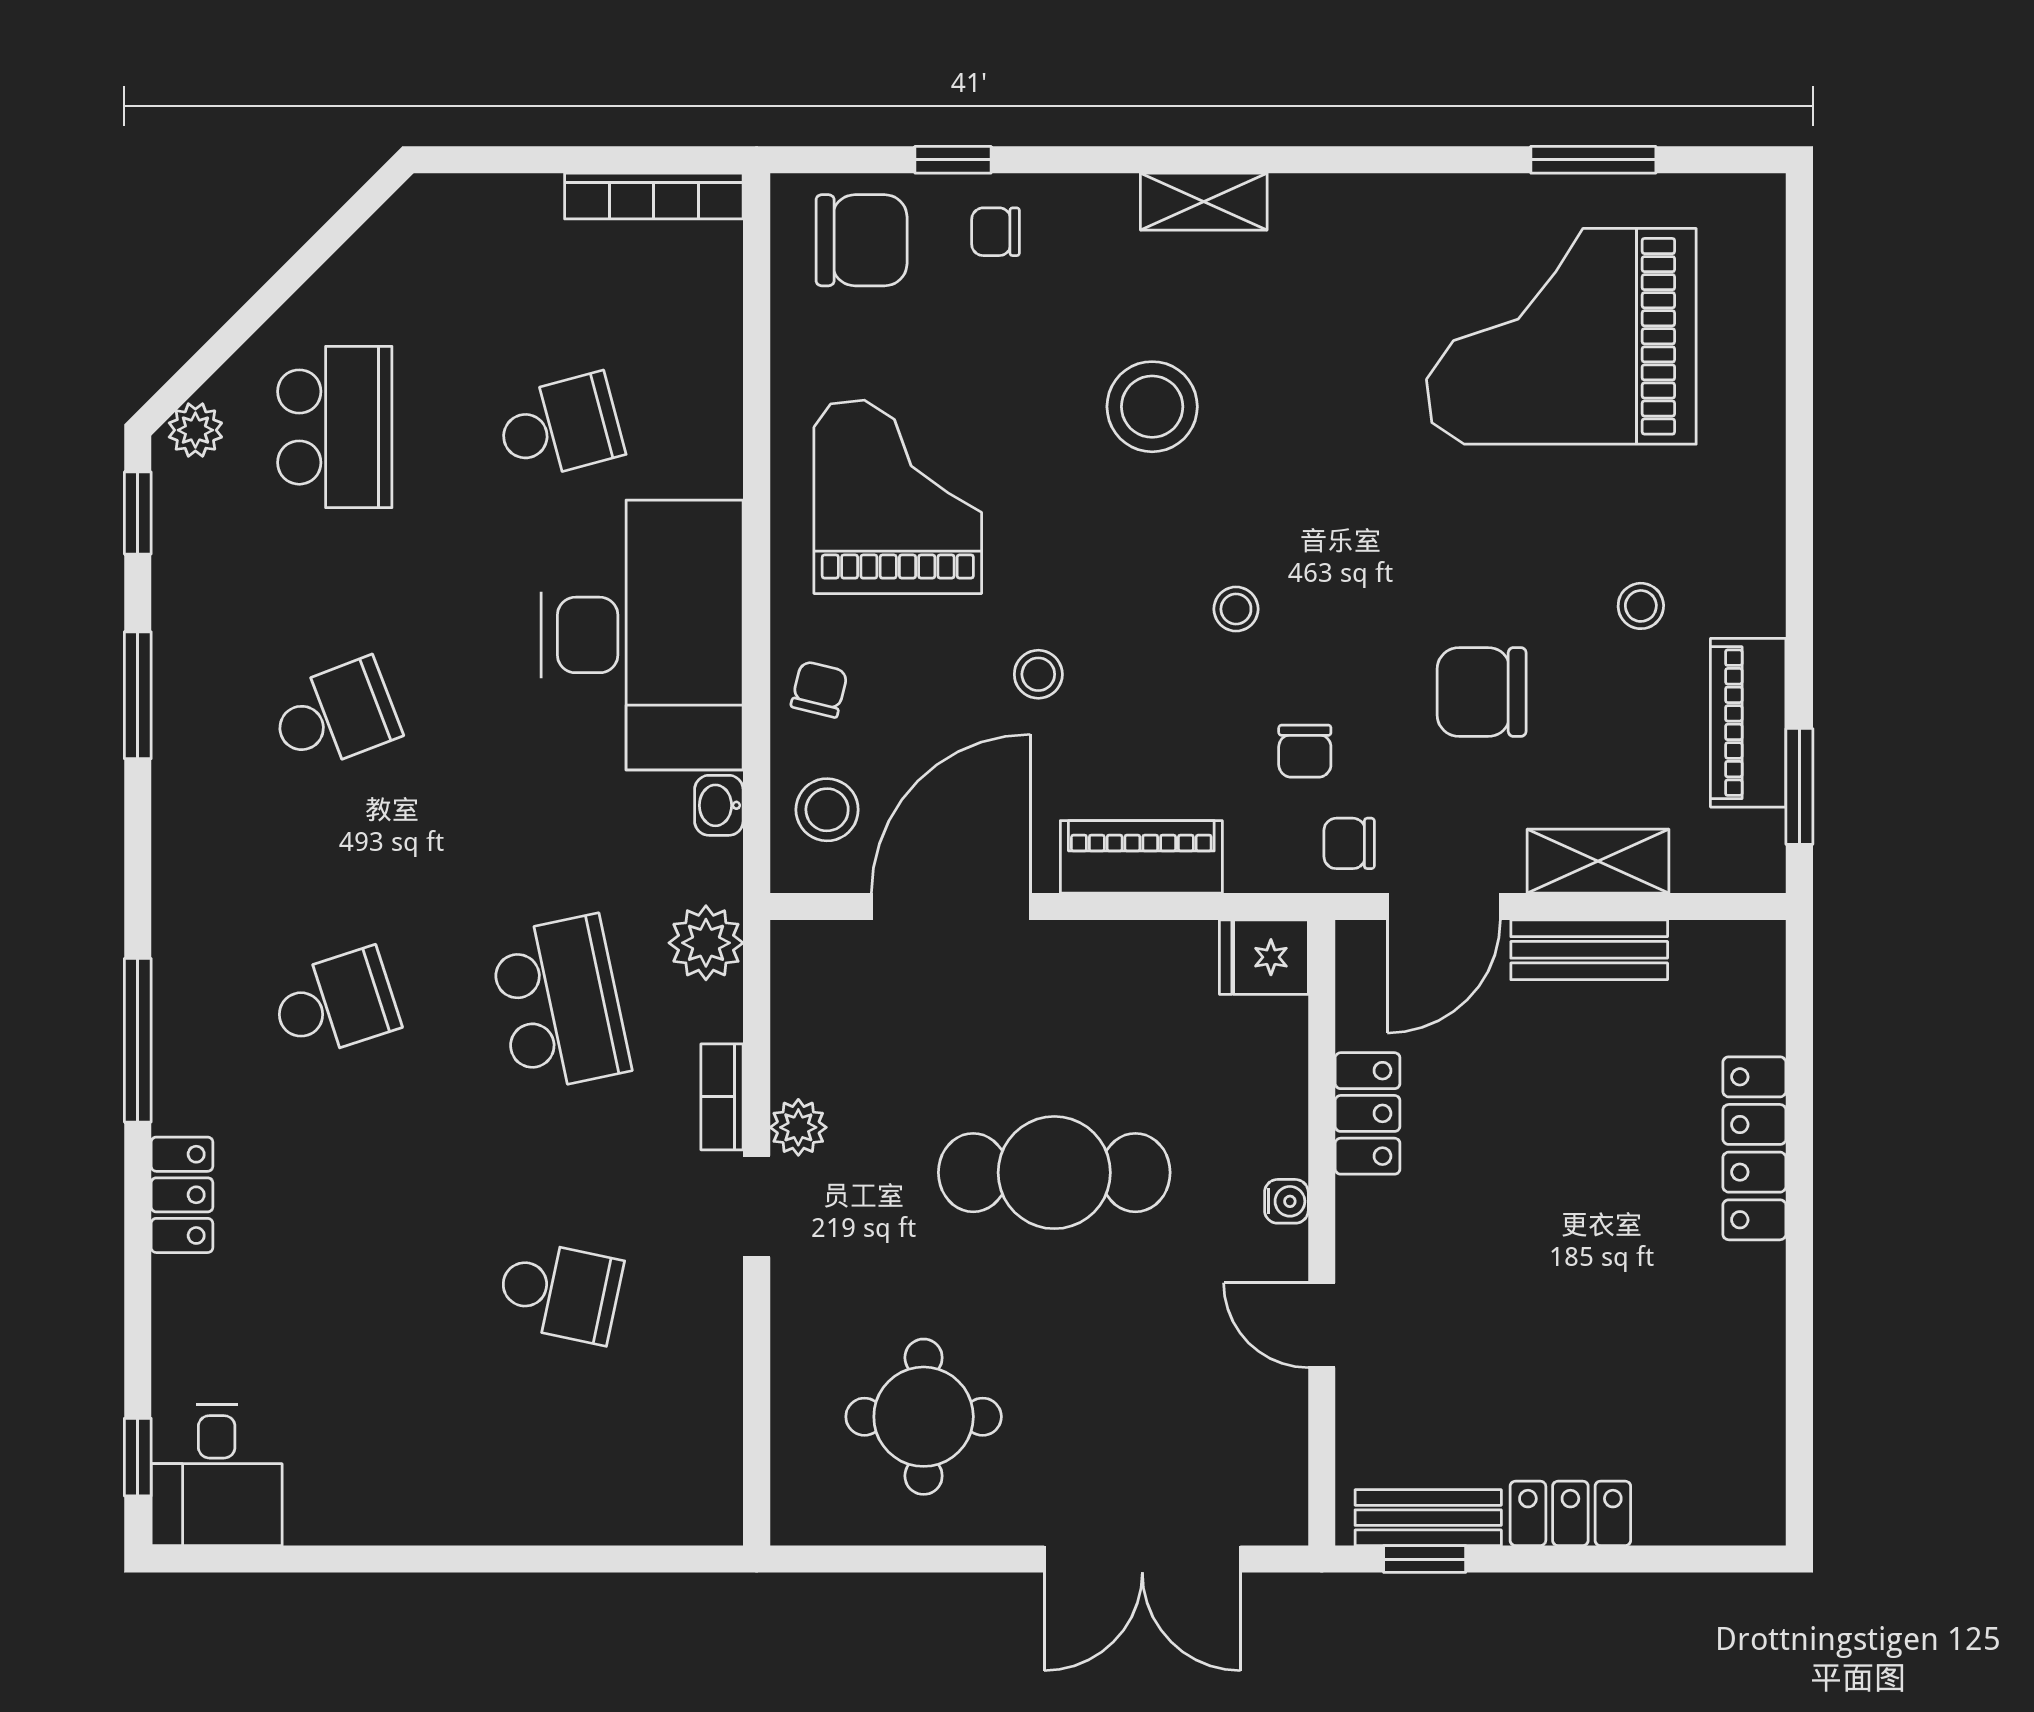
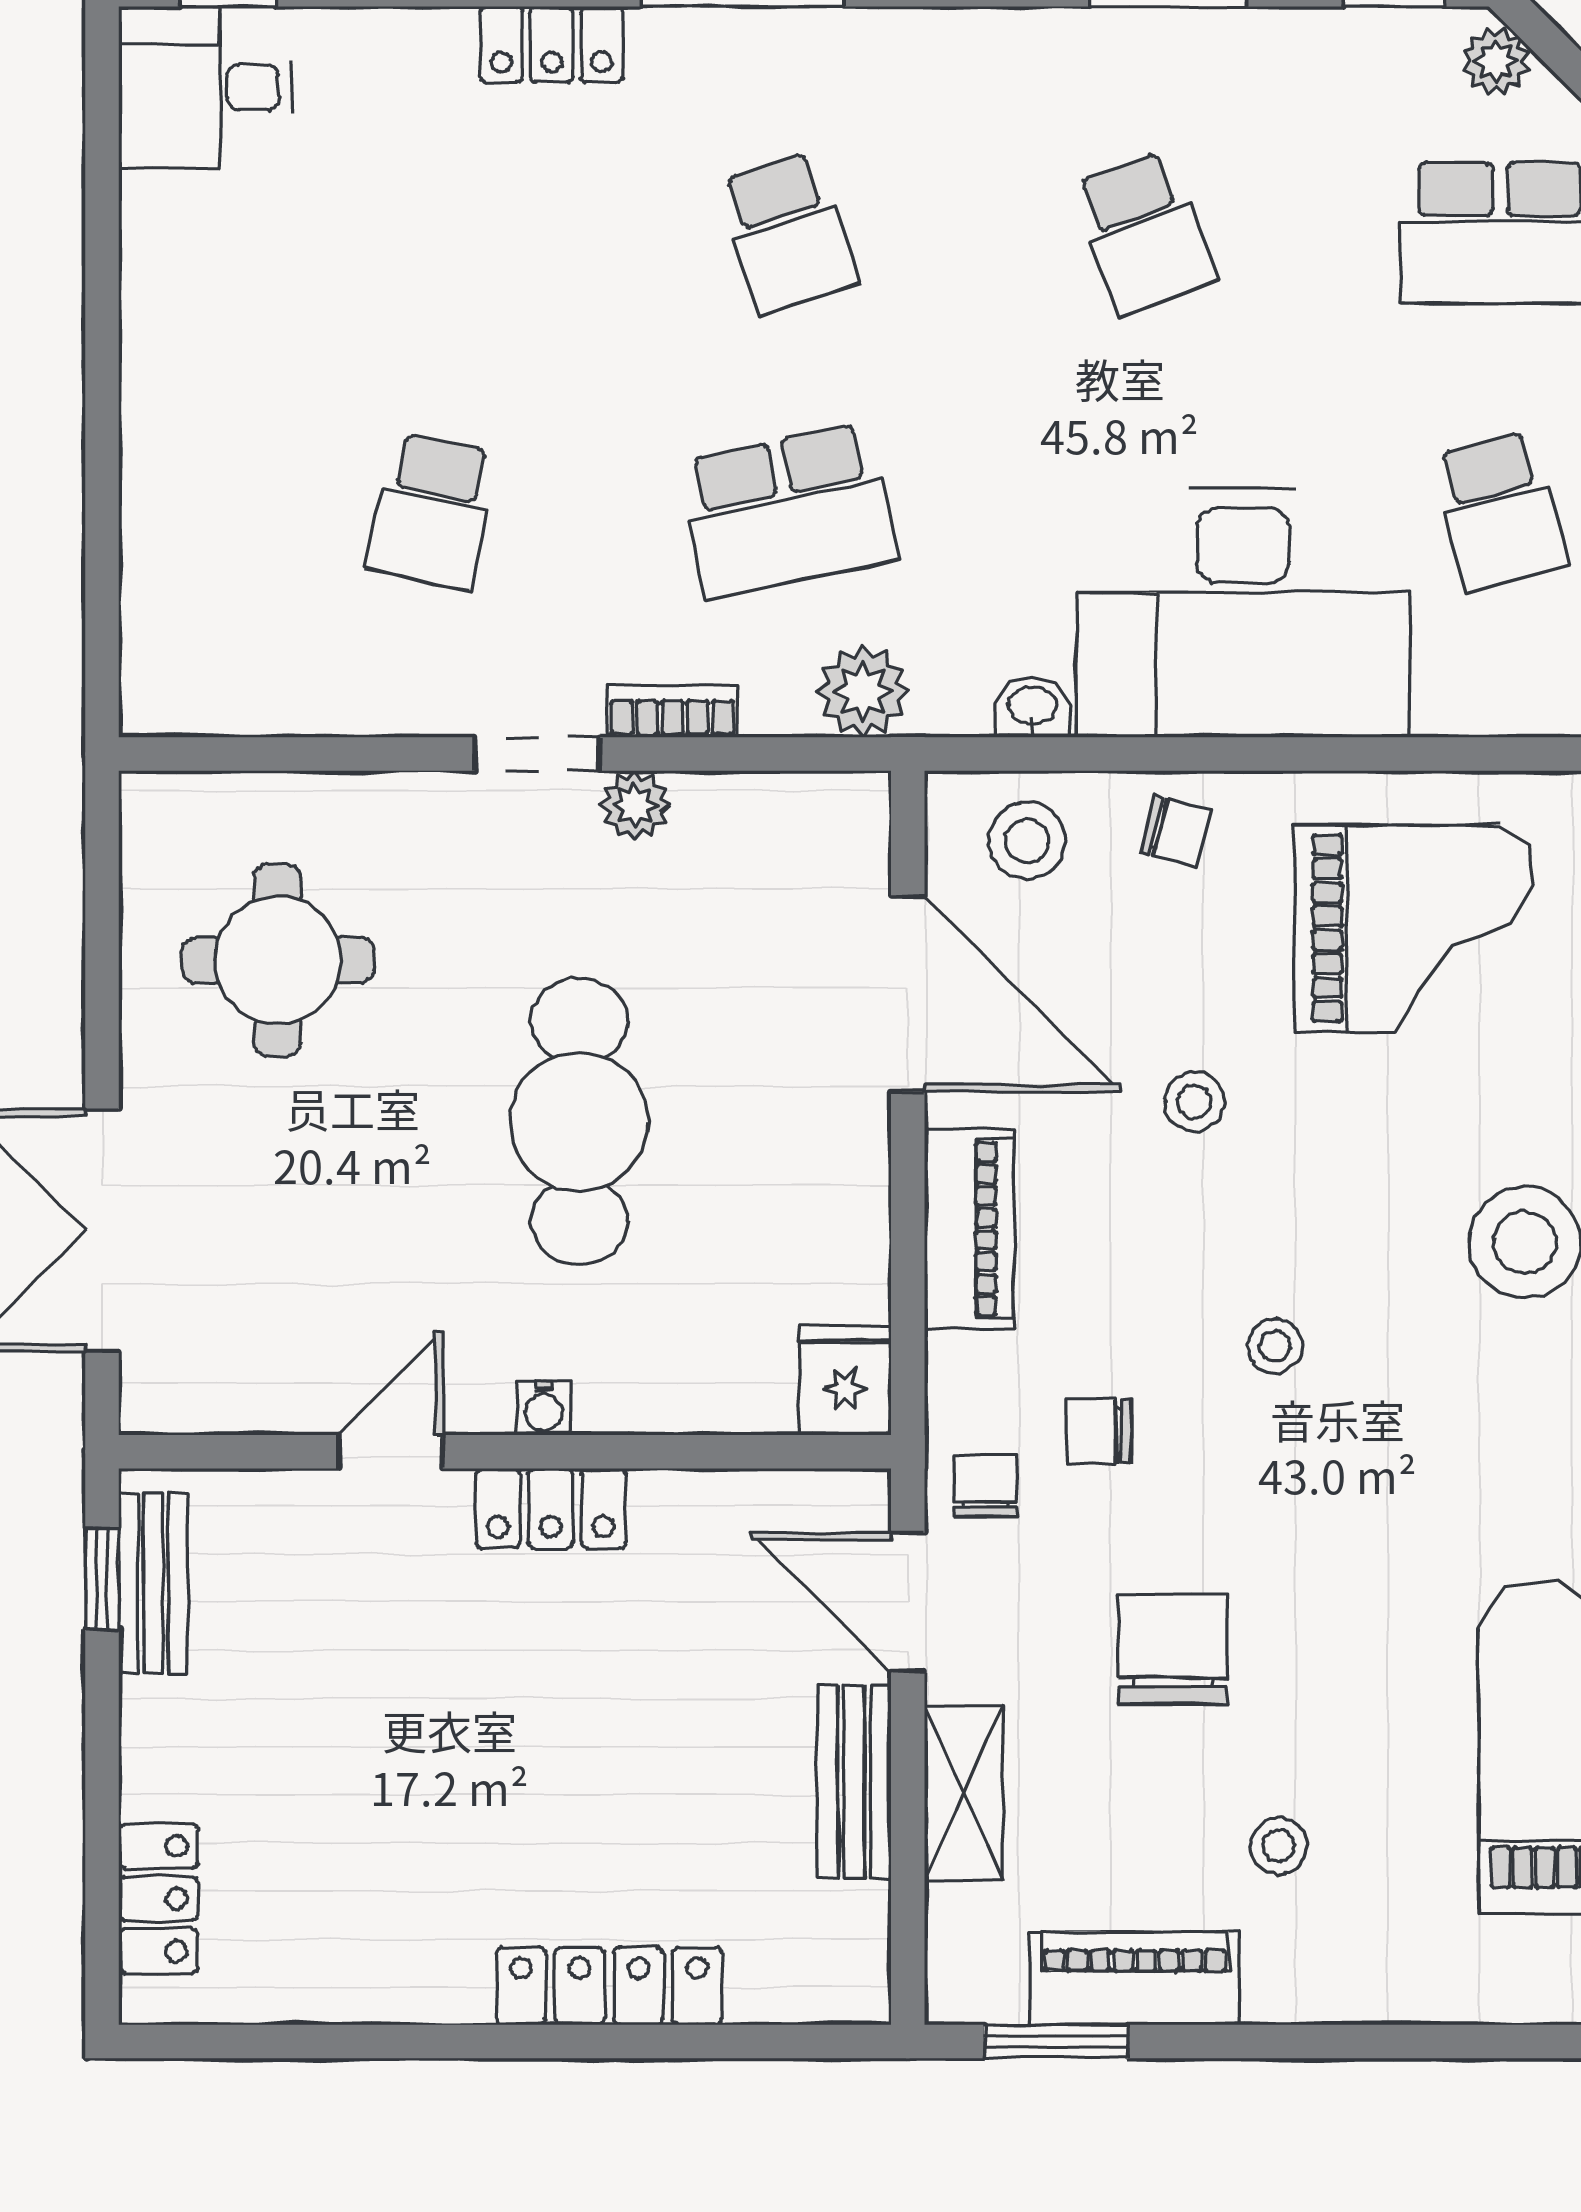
locker: (1368, 1113) -> (551, 1508), moved
locker: (1570, 1513) -> (158, 1899), moved

